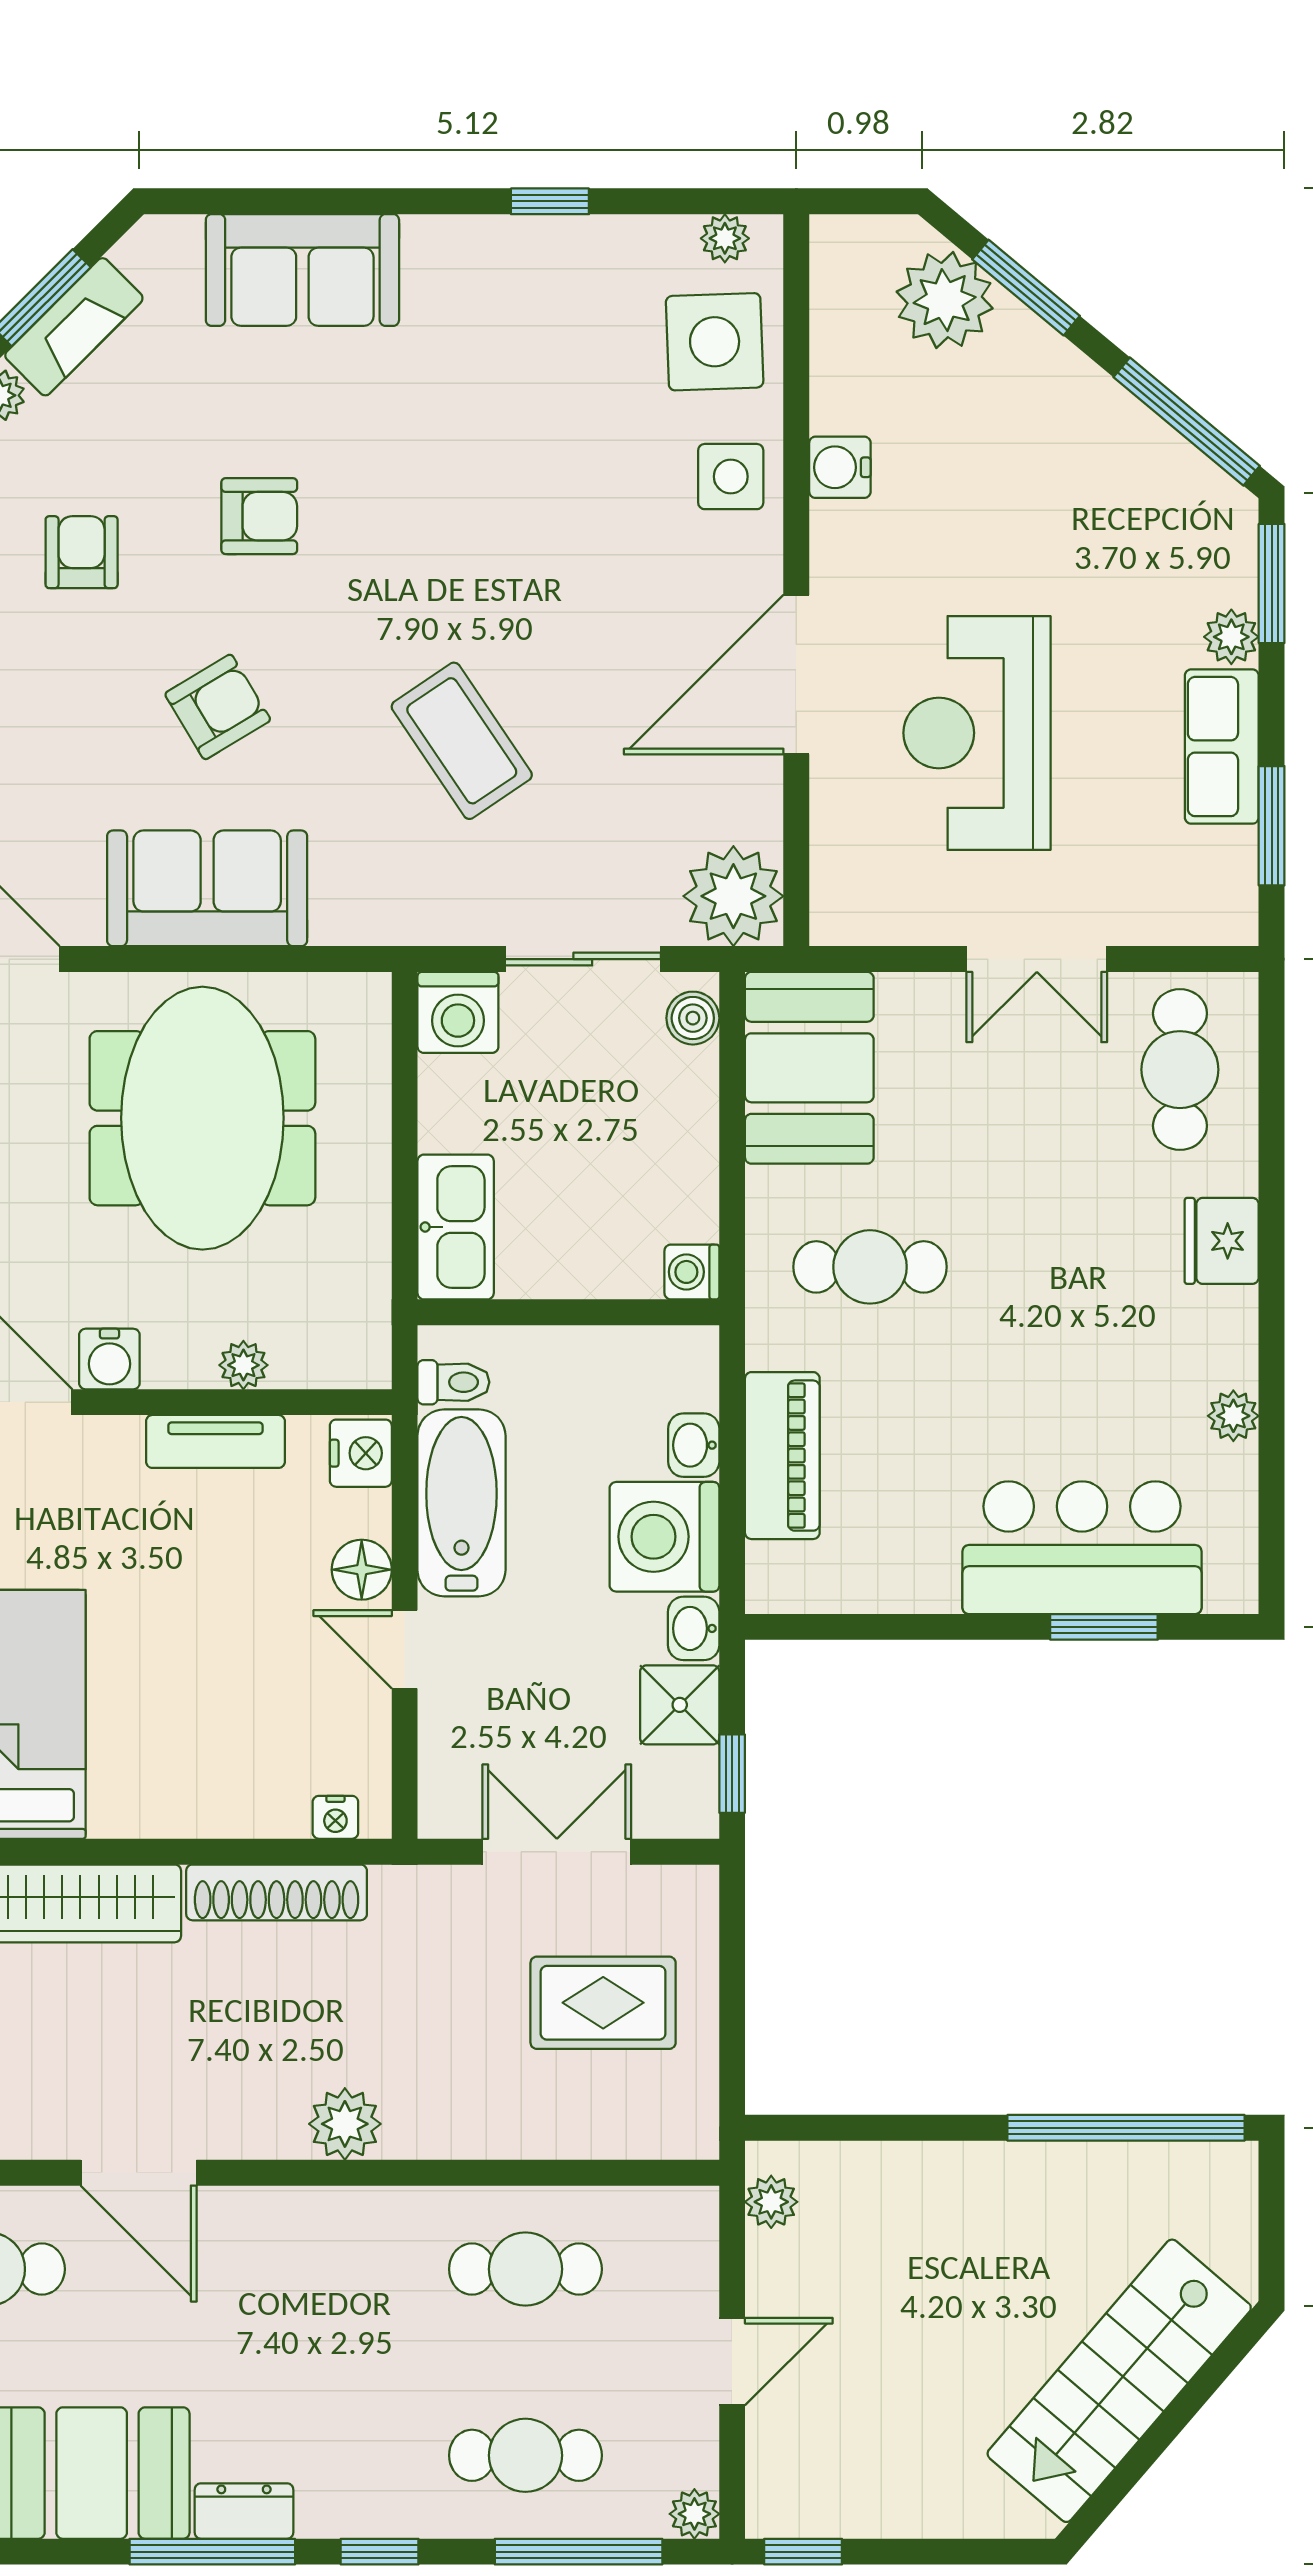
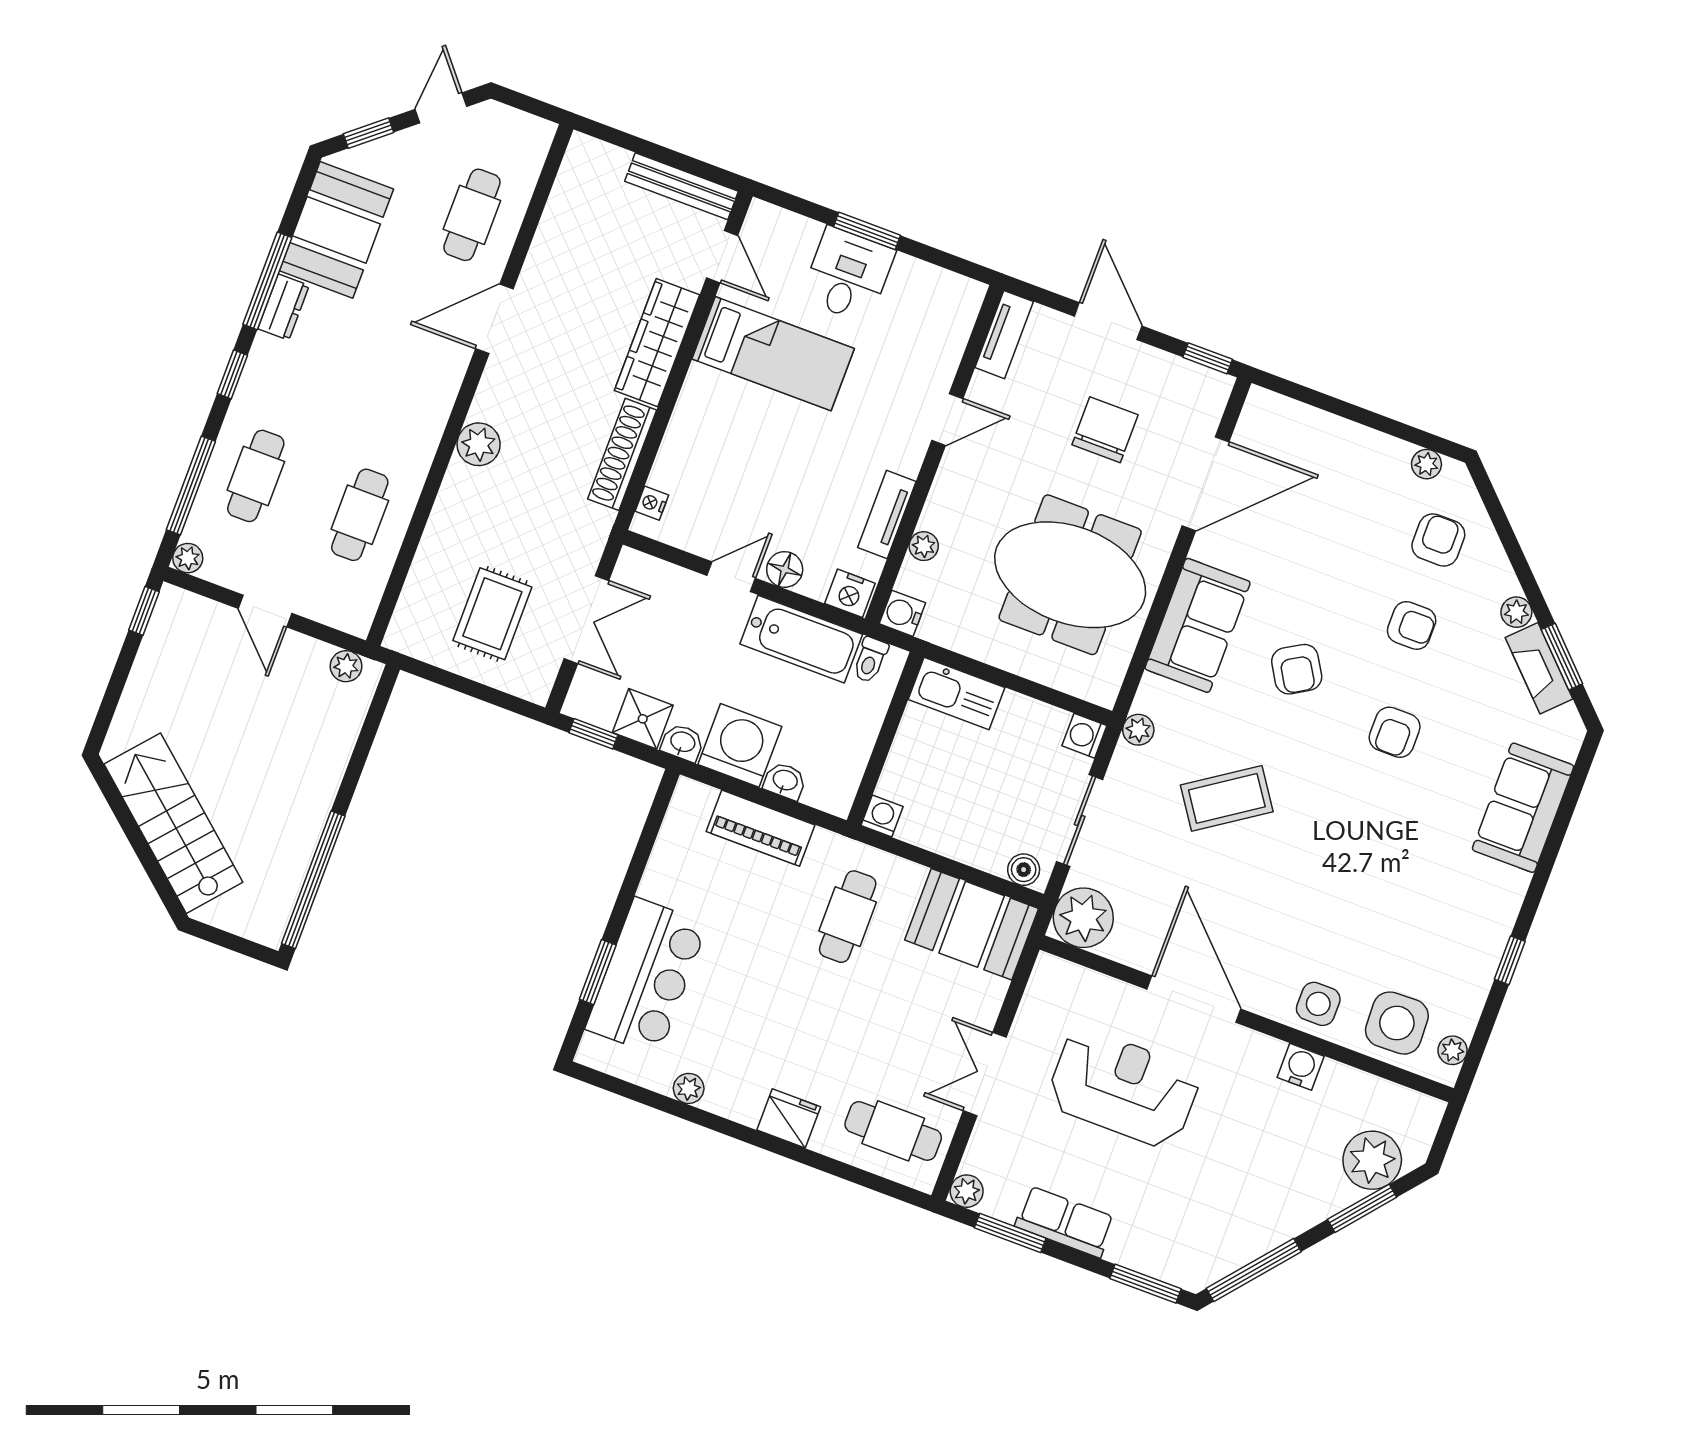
plant: (1231, 637) -> (967, 1191), moved
plant: (406, 920) -> (1138, 730), added
washing machine: (458, 1012) -> (1084, 736), width x0.73, depth x0.73
water cooler: (109, 1359) -> (902, 613), moved

